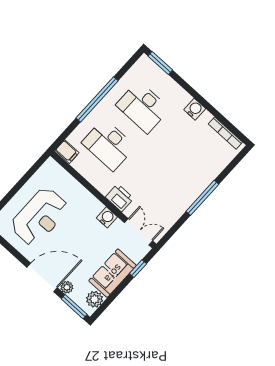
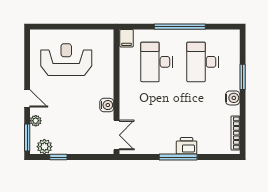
window: (160, 63) -> (243, 77), moved
printer: (120, 198) -> (187, 146), moved, turned -90
reception desk: (40, 217) -> (66, 60), turned 180
window: (138, 269) -> (58, 157), moved
sofa: (113, 273) -> (73, 143), removed
door: (42, 278) -> (27, 98), width x0.53

